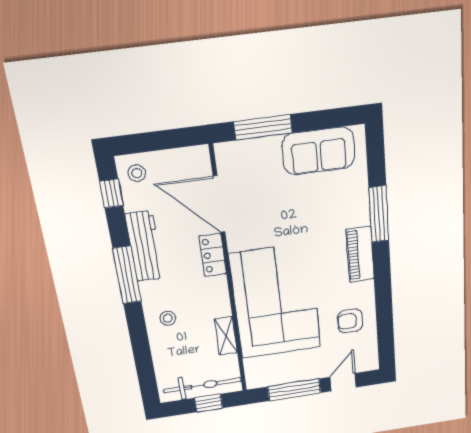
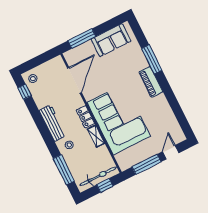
door: (219, 204) -> (74, 80), swing flipped
workbench: (145, 246) -> (53, 123), moved
locker: (213, 255) -> (85, 117), moved
window: (127, 275) -> (64, 170), moved
armchair: (350, 321) -> (160, 118), removed
shelving: (226, 336) -> (96, 136), moved

